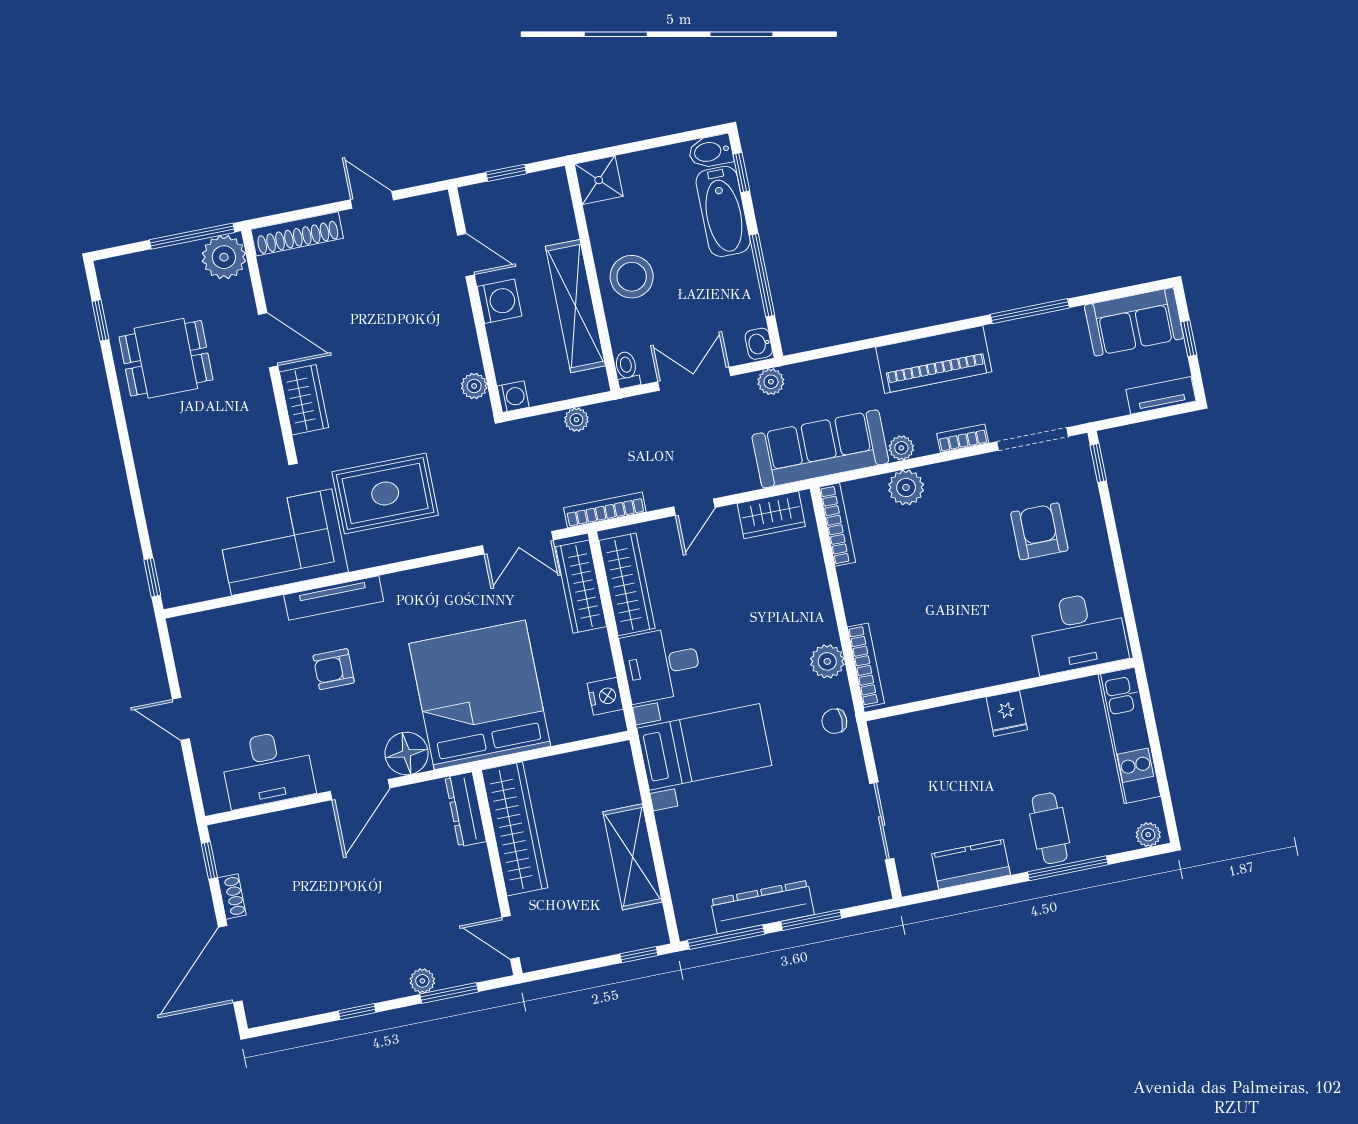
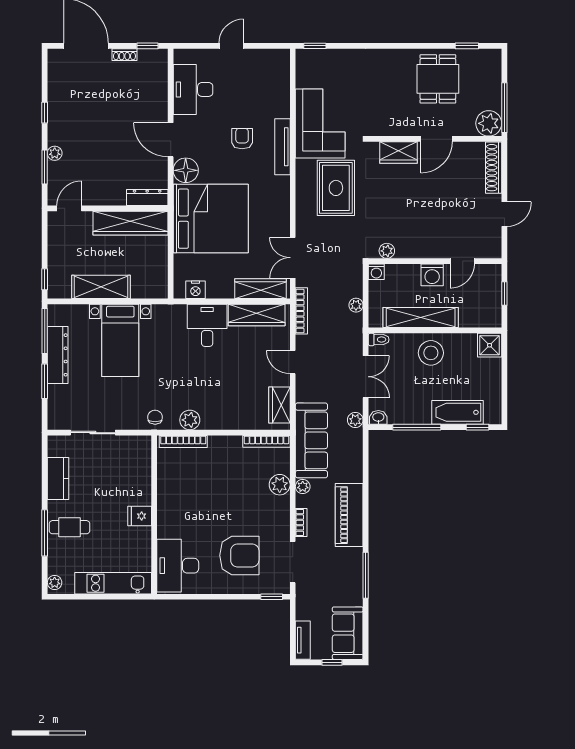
bidet: (711, 151) -> (493, 412), removed
armchair: (1039, 531) -> (239, 555), width x1.36, depth x1.36
bed with nightstands: (704, 747) -> (120, 340), moved

